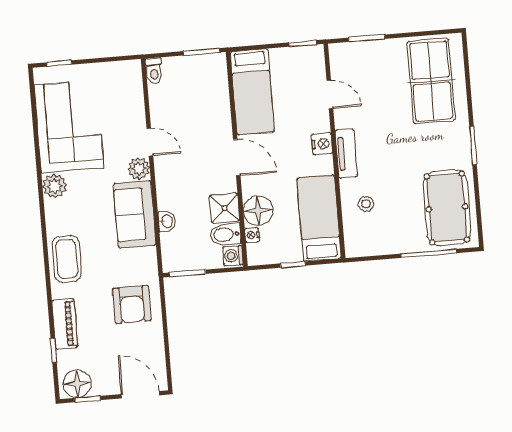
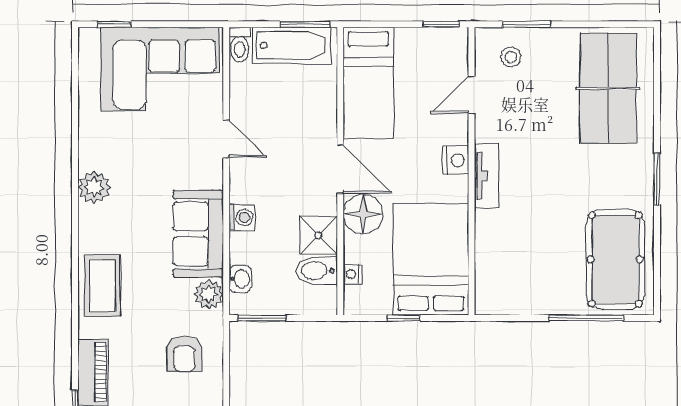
bathtub: (193, 68) -> (292, 46), added
door: (330, 94) -> (472, 95), swing flipped
corner sofa: (69, 127) -> (160, 69), moved, turned 90
plant: (139, 169) -> (209, 294), moved
stool: (366, 204) -> (511, 57), moved
floor lamp: (258, 211) -> (363, 214), moved
bed: (319, 218) -> (431, 259), width x1.50
washbasin: (167, 221) -> (240, 279), moved
washing machine: (233, 256) -> (242, 217), moved, turned 180
armchair: (132, 305) -> (184, 354), width x0.72, depth x0.72

